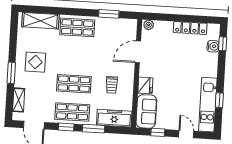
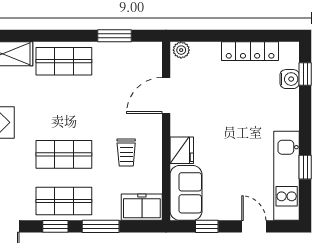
freezer: (114, 118) -> (142, 207), width x0.71

